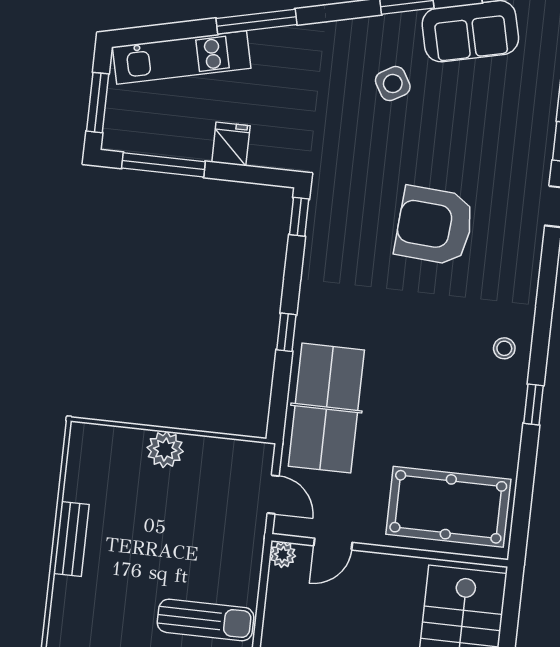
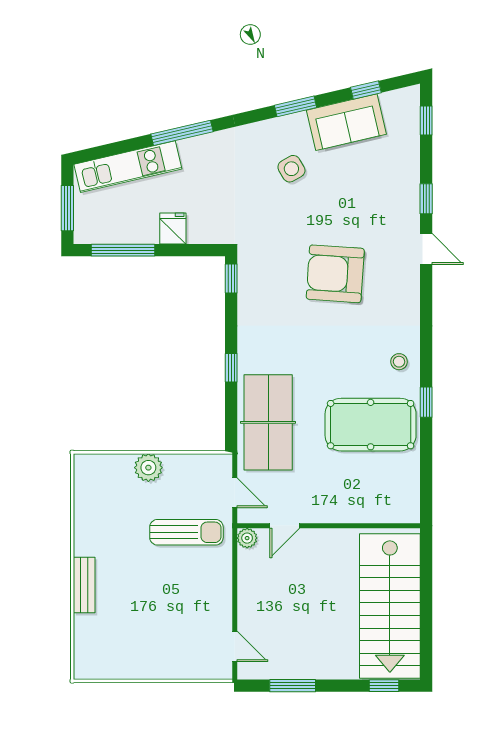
pool table: (448, 507) -> (371, 425), moved
bench: (71, 539) -> (84, 585), moved
sun lounger: (206, 620) -> (186, 532), moved

